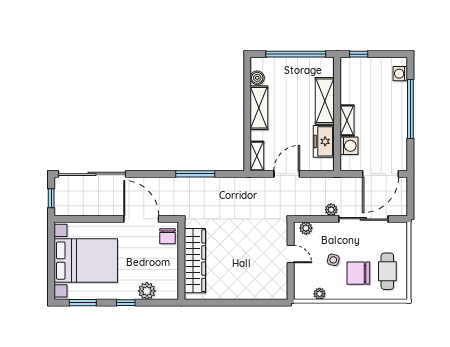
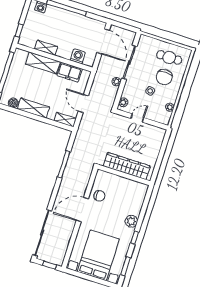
shelving: (347, 120) -> (46, 48), moved
wall: (181, 261) -> (124, 175), moved
wardrobe: (195, 261) -> (127, 166), moved

